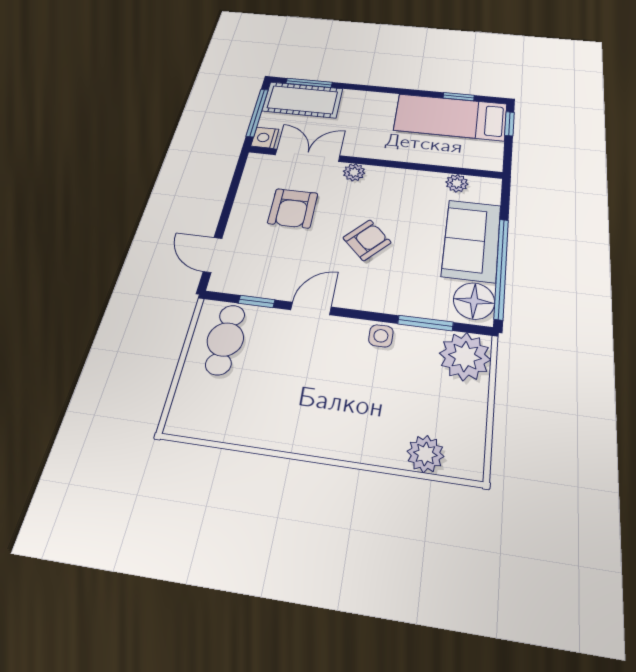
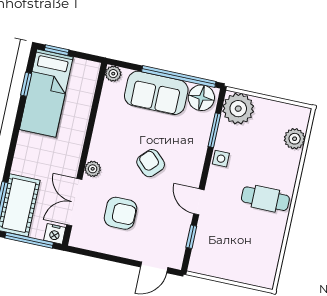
plant: (457, 183) -> (113, 74), moved
cafe table: (225, 339) -> (265, 199), moved

